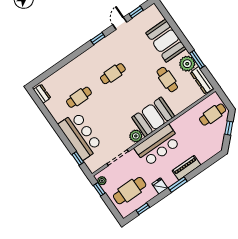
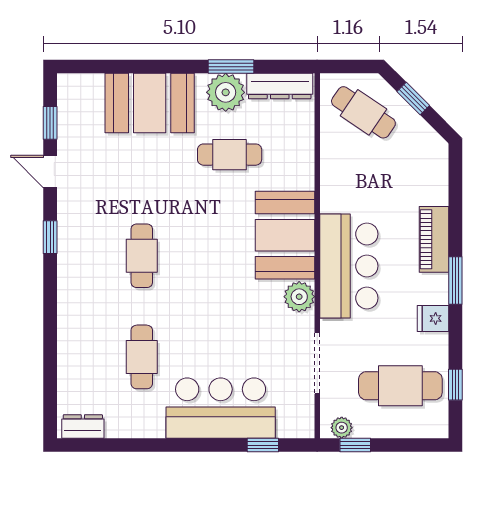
cafe table: (213, 115) -> (363, 112), turned -56
cafe table: (130, 191) -> (400, 386), turned 90

